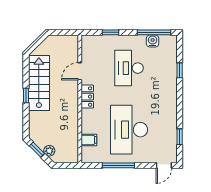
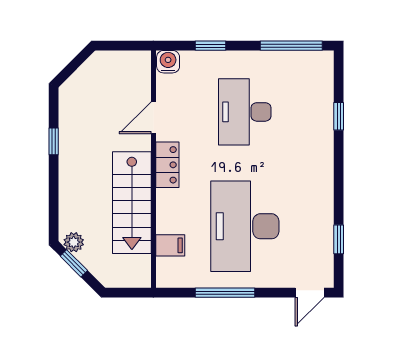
water cooler: (153, 41) -> (168, 62), moved
stairs: (39, 83) -> (132, 203), moved, turned 180
window: (26, 95) -> (54, 141), moved
plant: (49, 151) -> (74, 242), moved

